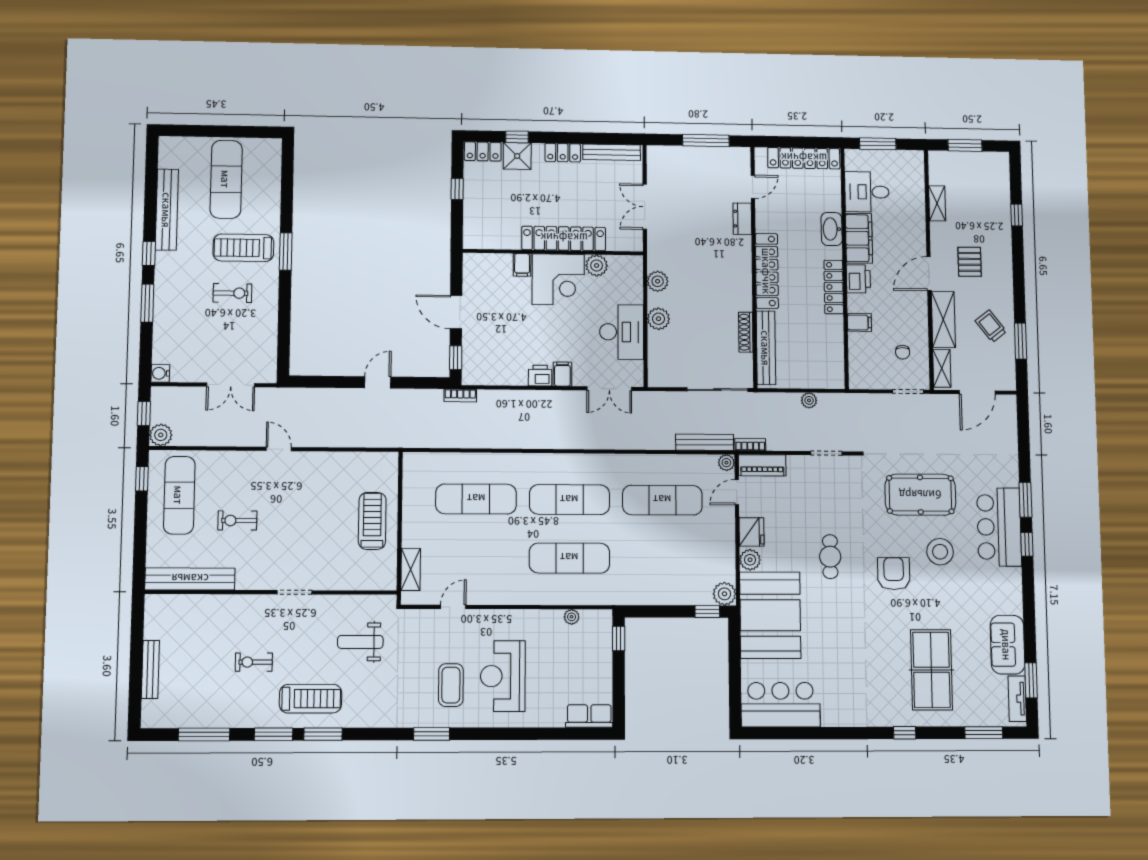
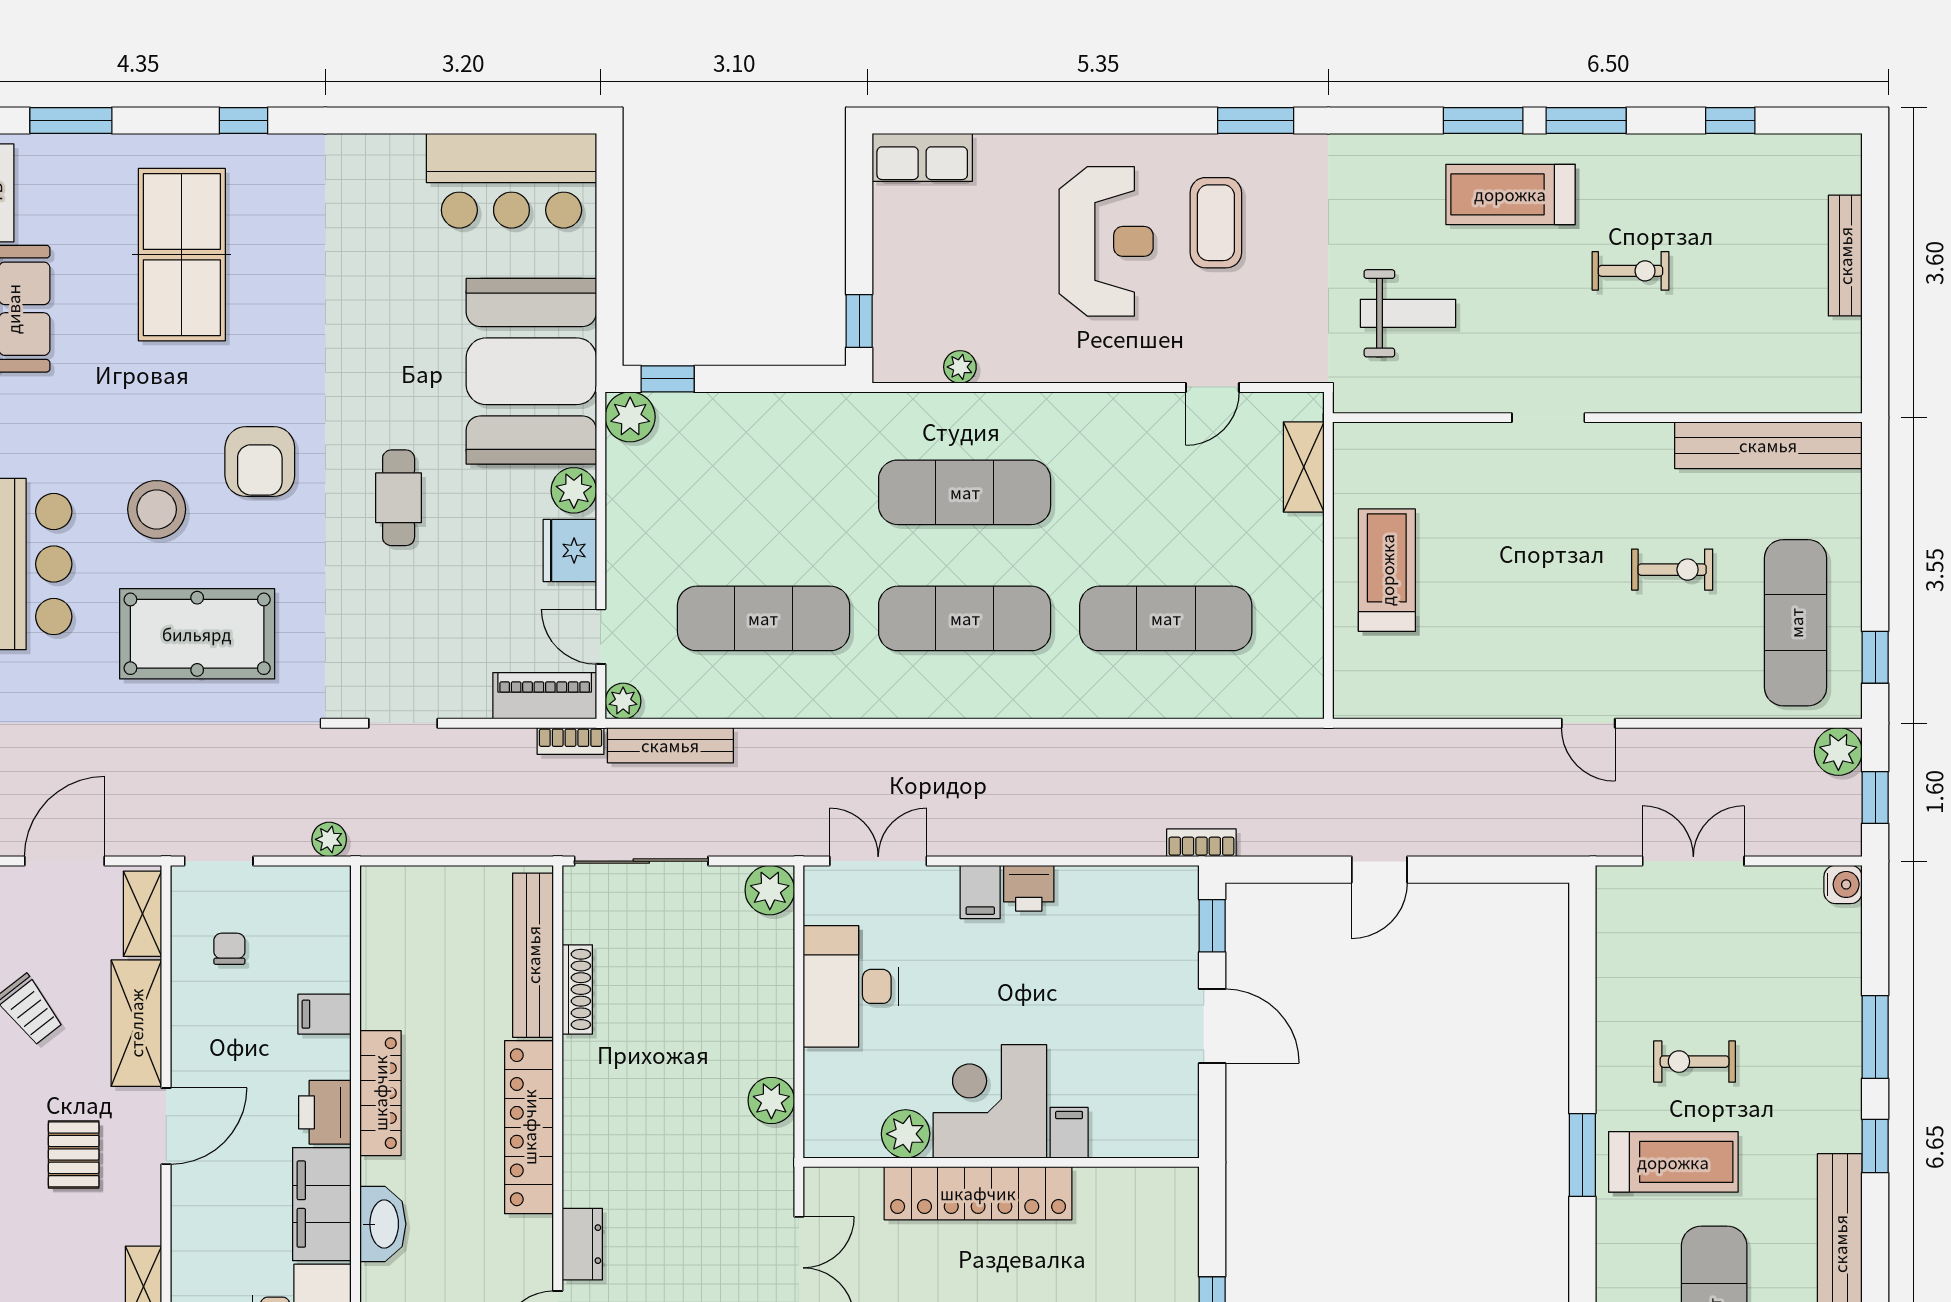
plant: (658, 319) -> (770, 890), moved
plant: (809, 400) -> (329, 839), moved
door: (737, 492) -> (601, 637), swing flipped
treadmill: (372, 521) -> (1387, 570), turned 180
window: (204, 734) -> (1730, 121), width x0.46

